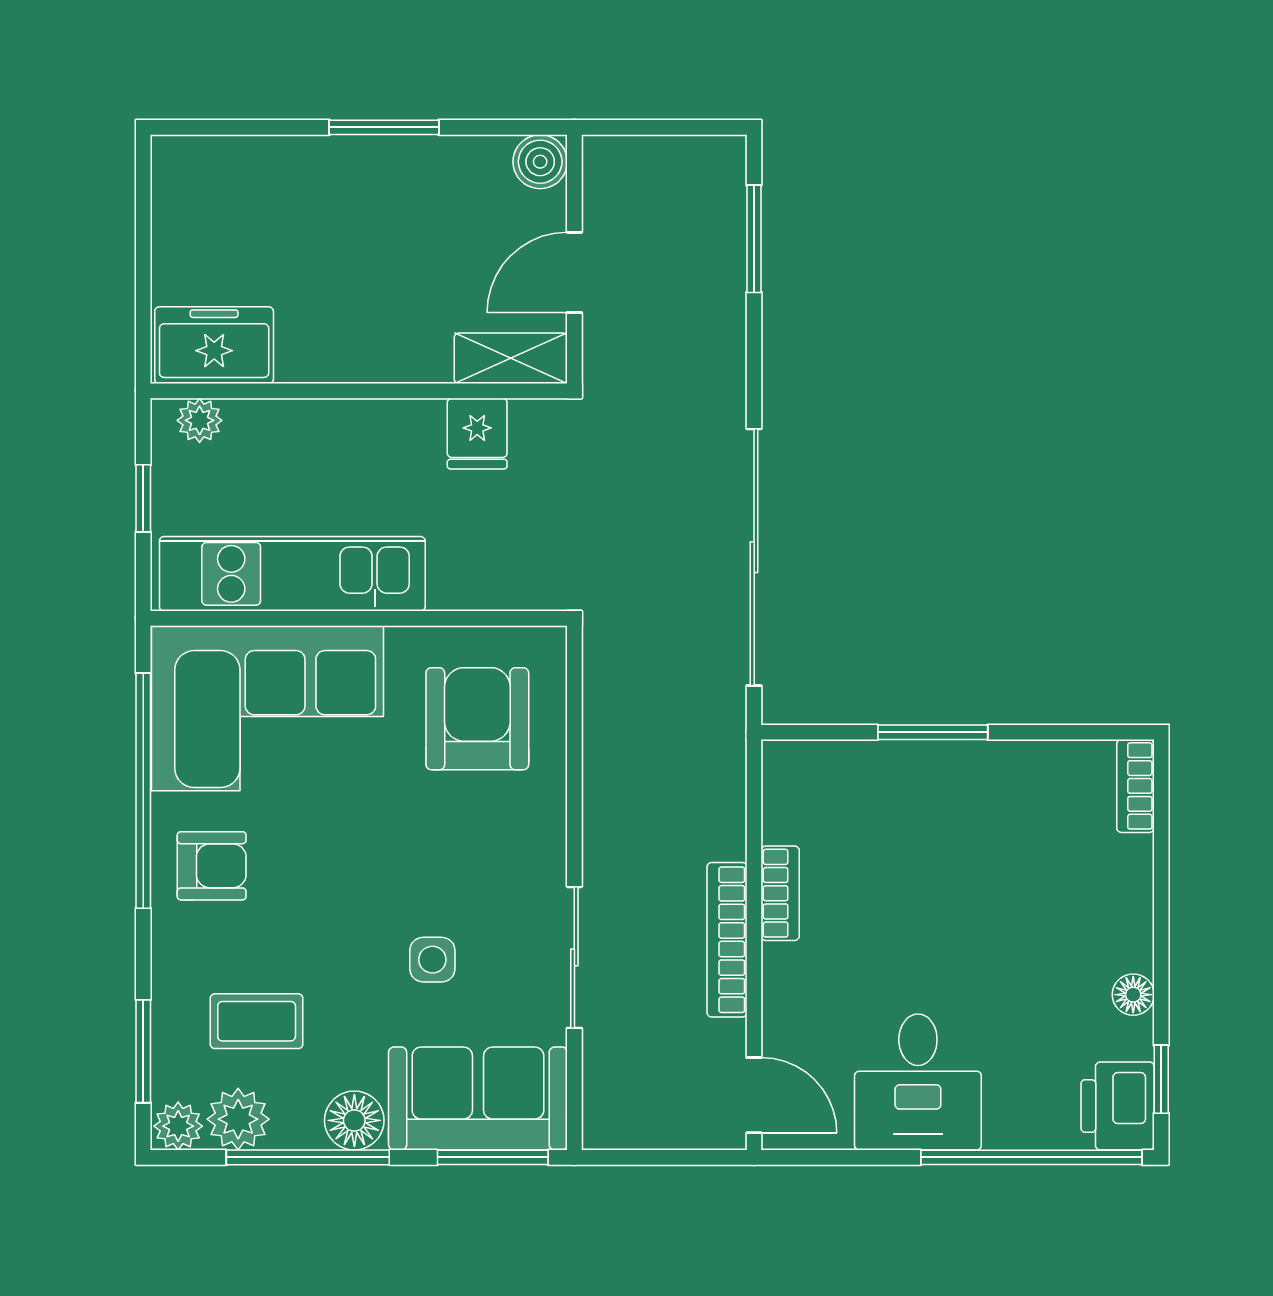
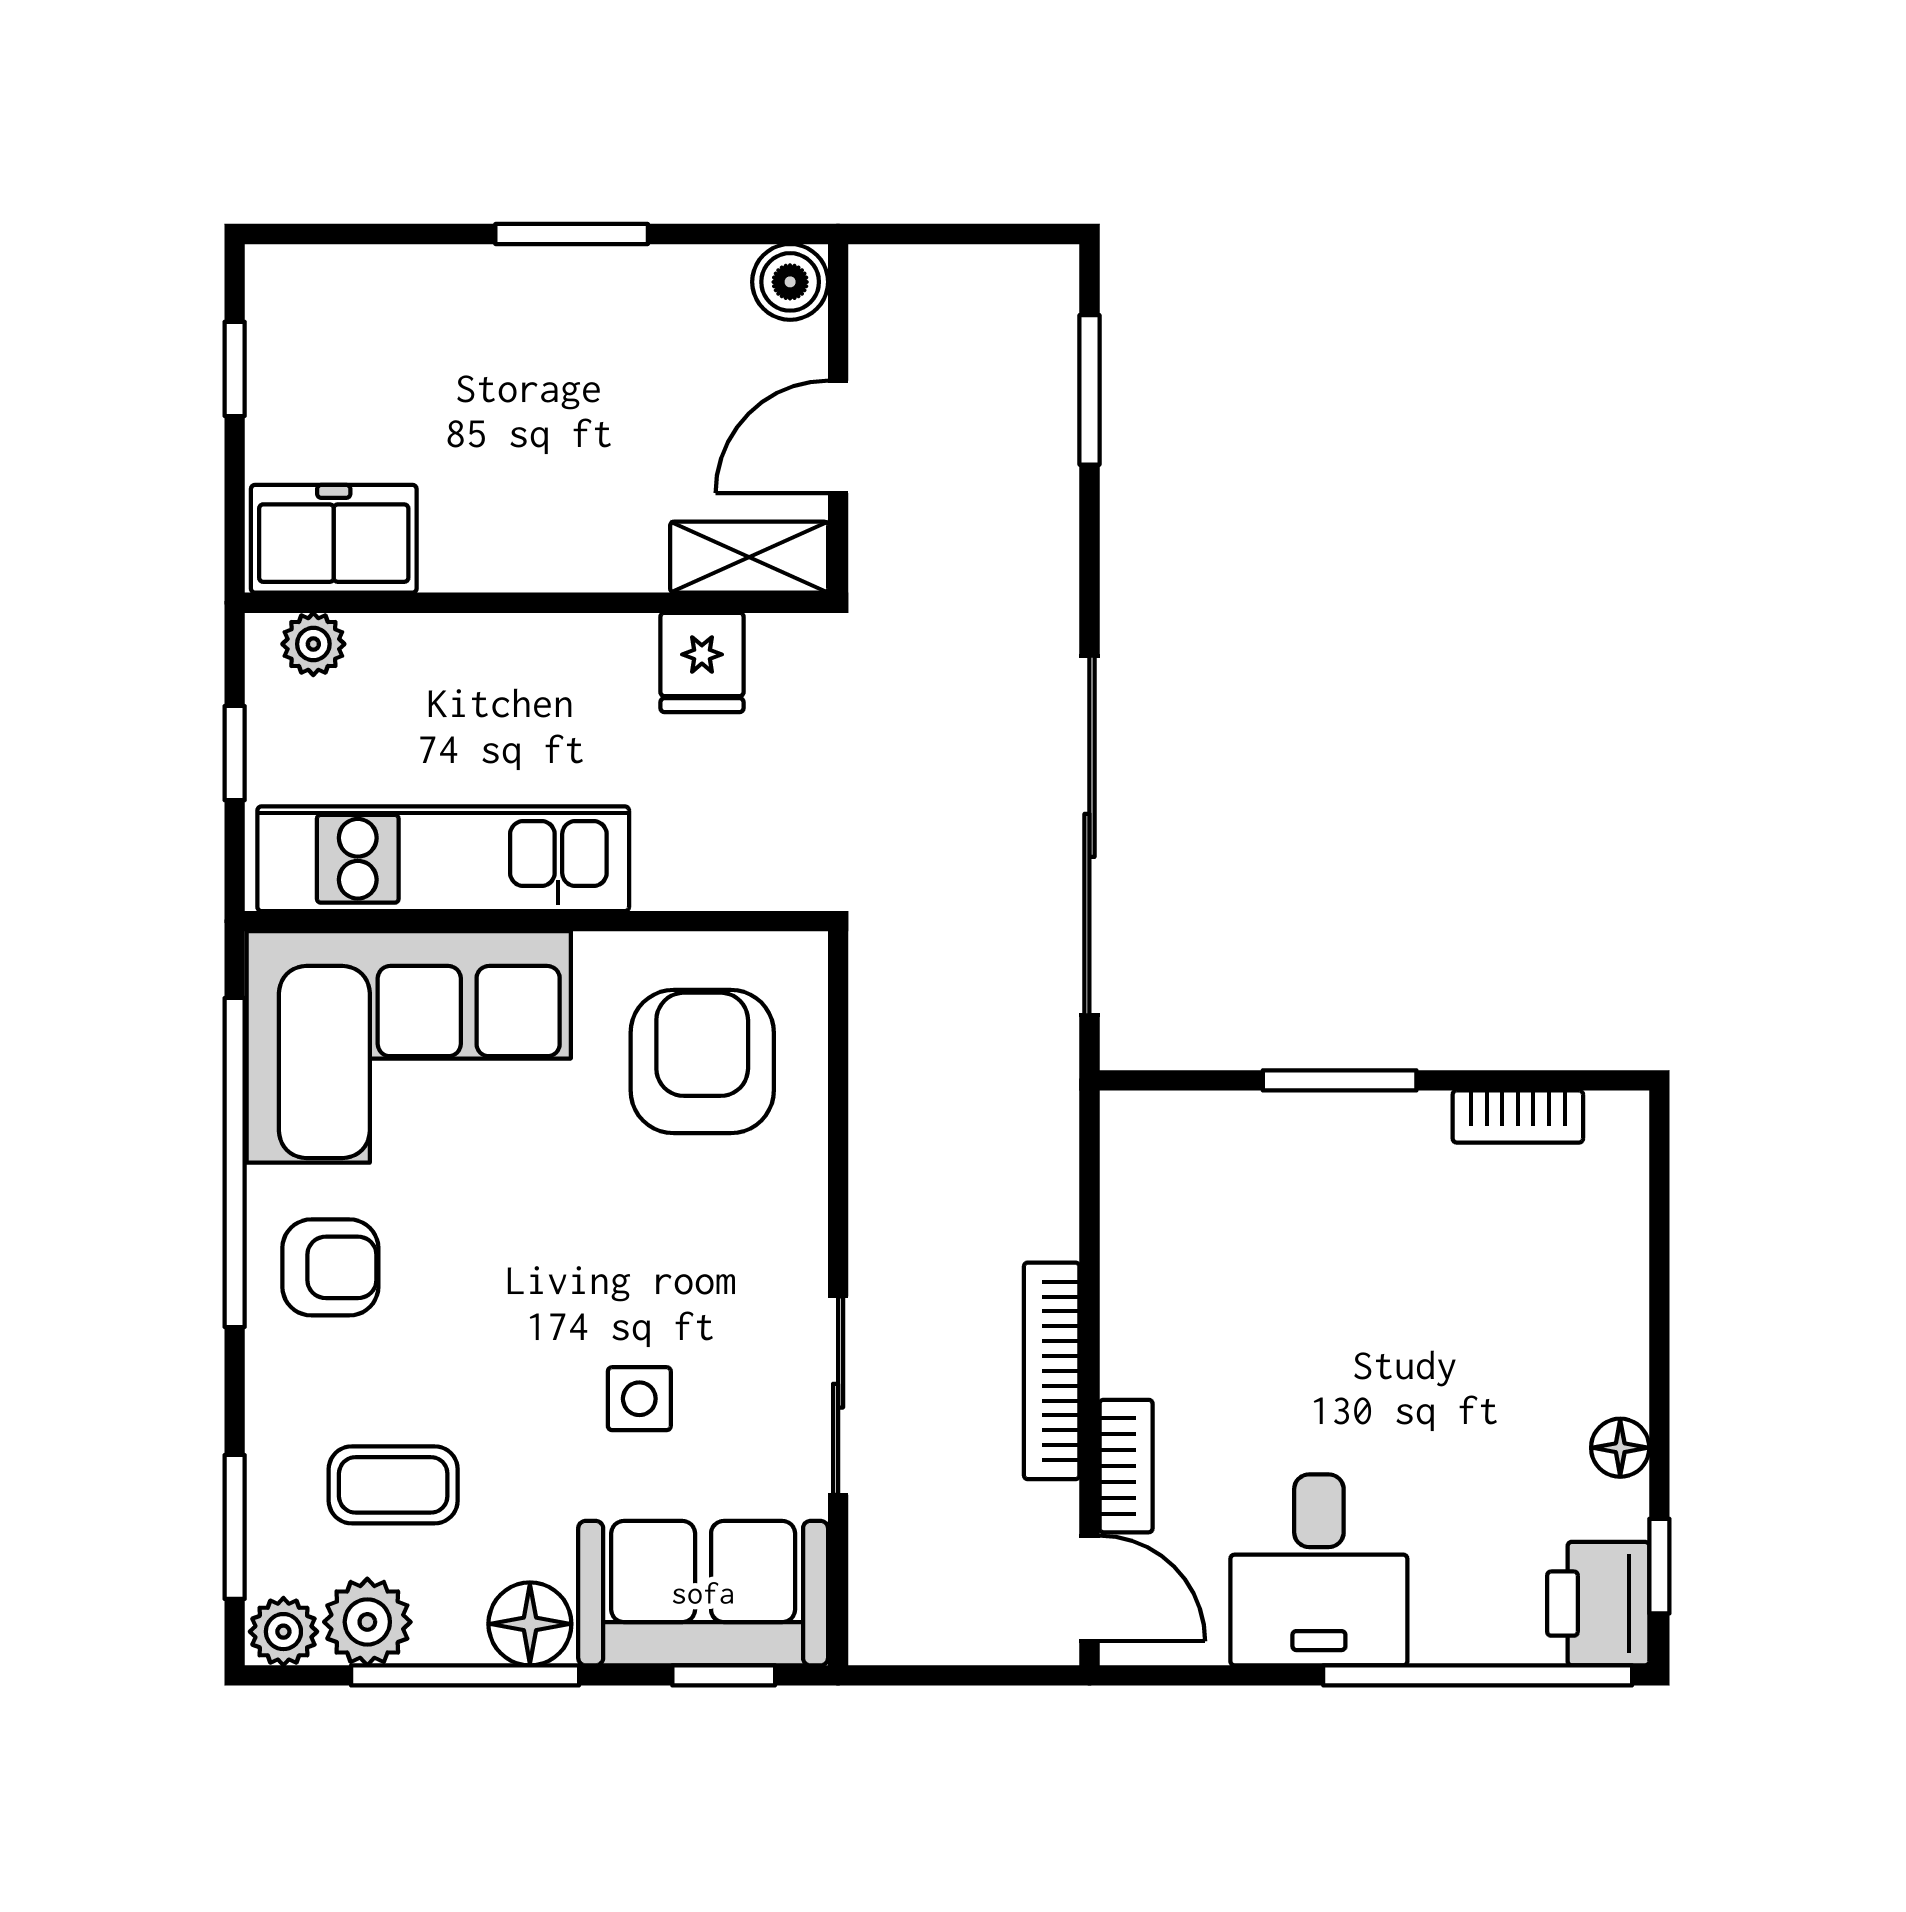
window: (143, 224) -> (235, 369), added
bookcase: (1135, 786) -> (1518, 1117), moved, turned -90
bookcase: (780, 893) -> (1126, 1466), moved
window: (493, 1157) -> (724, 1675), width x0.67

